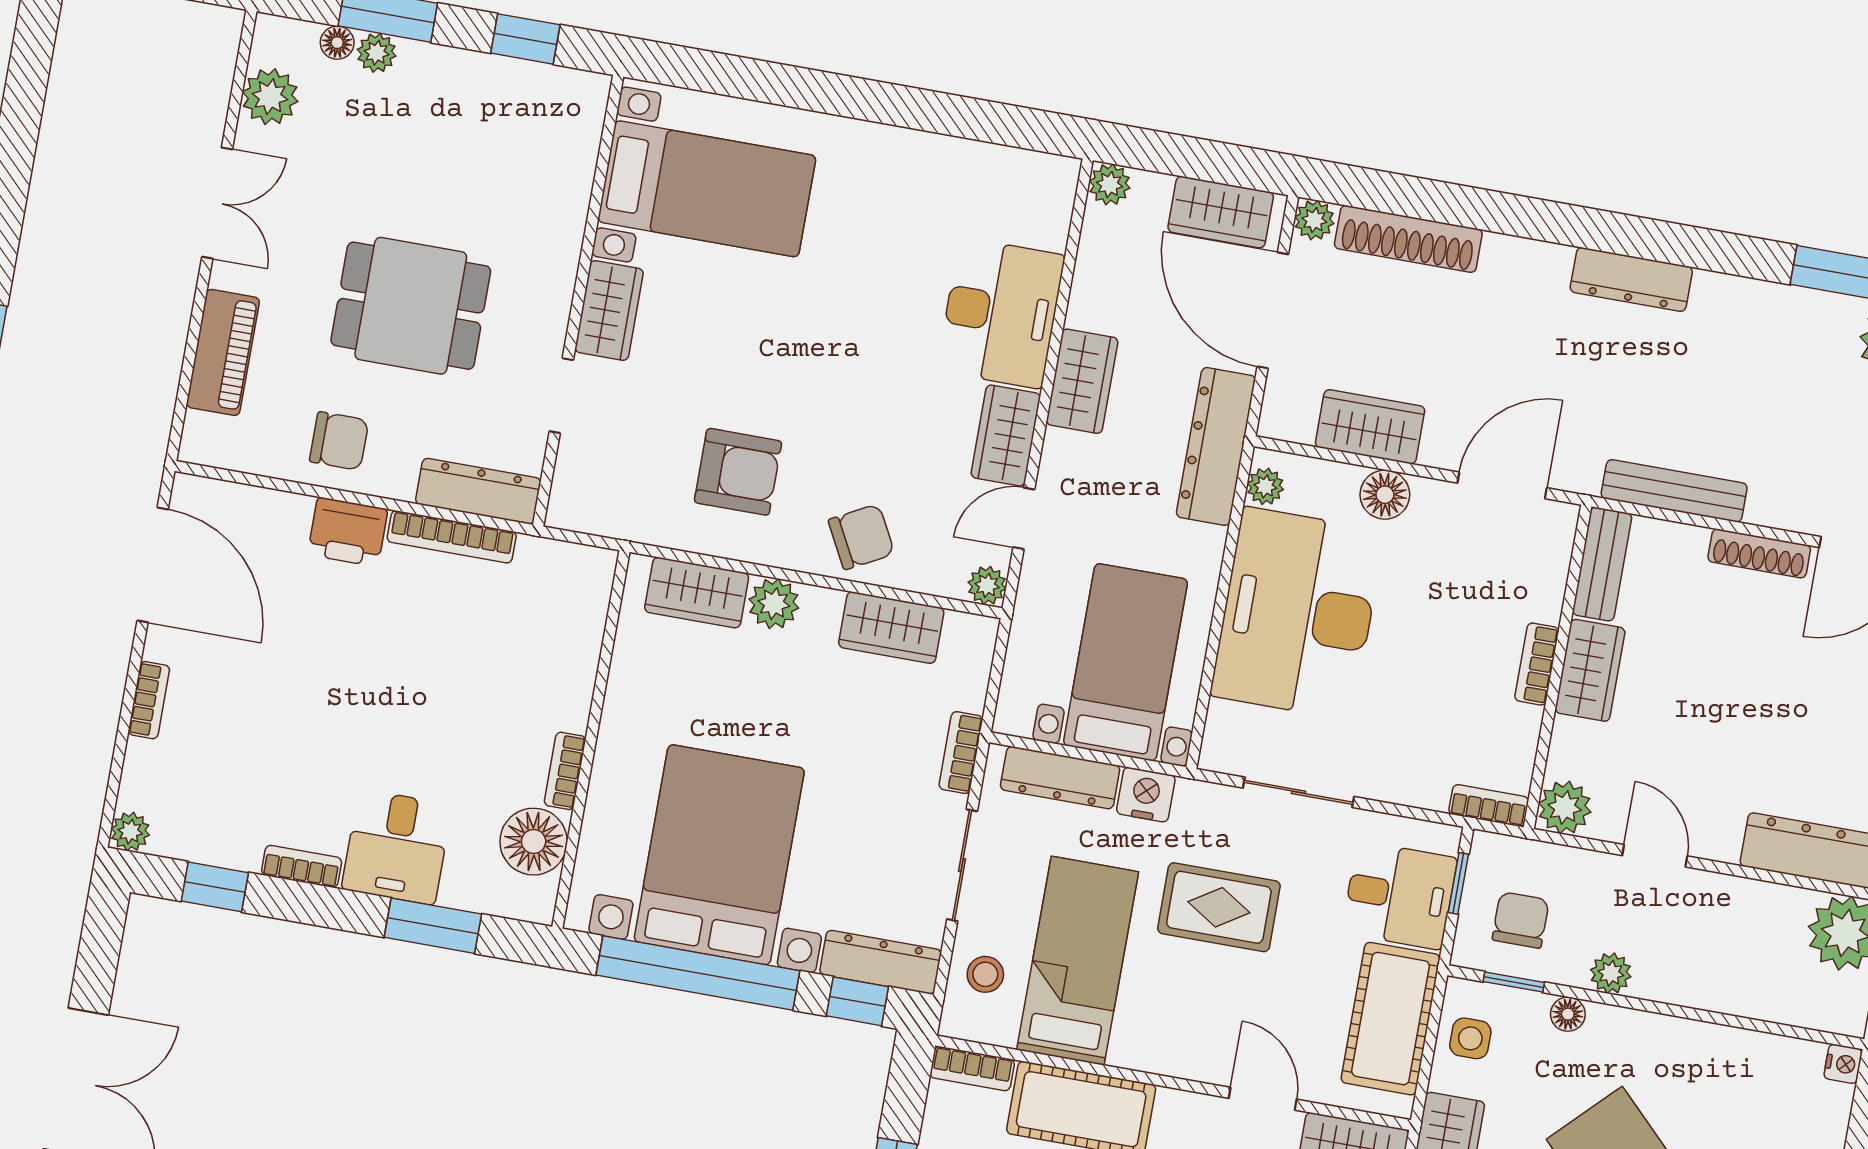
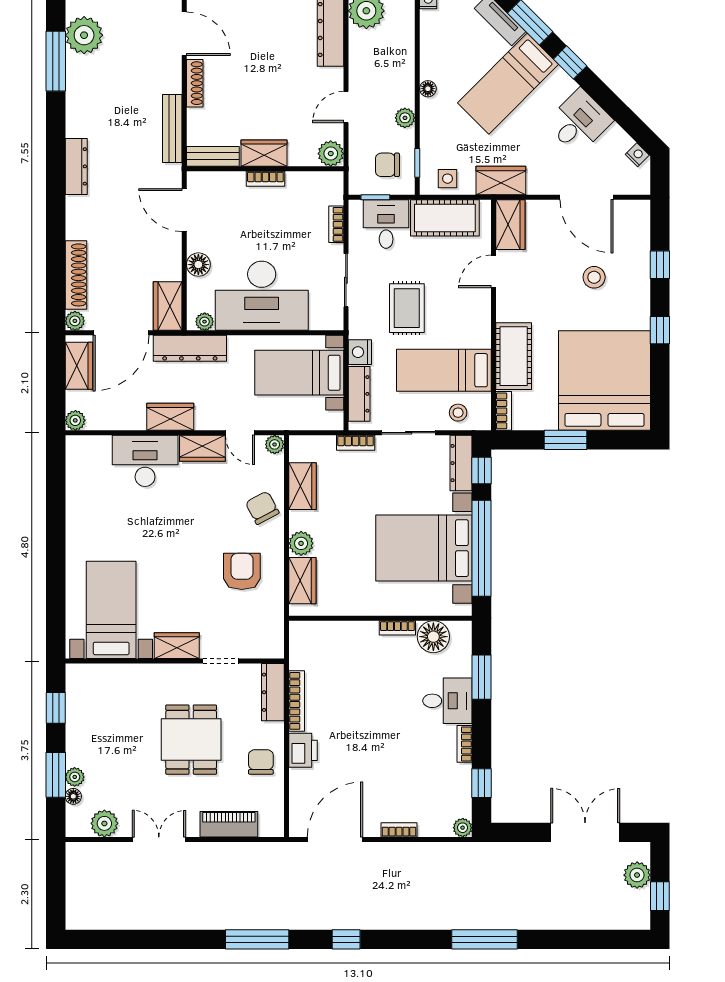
wardrobe: (1370, 427) -> (168, 306), moved
bookcase: (1489, 806) -> (336, 224), moved
floor lamp: (1568, 1014) -> (428, 89), moved

